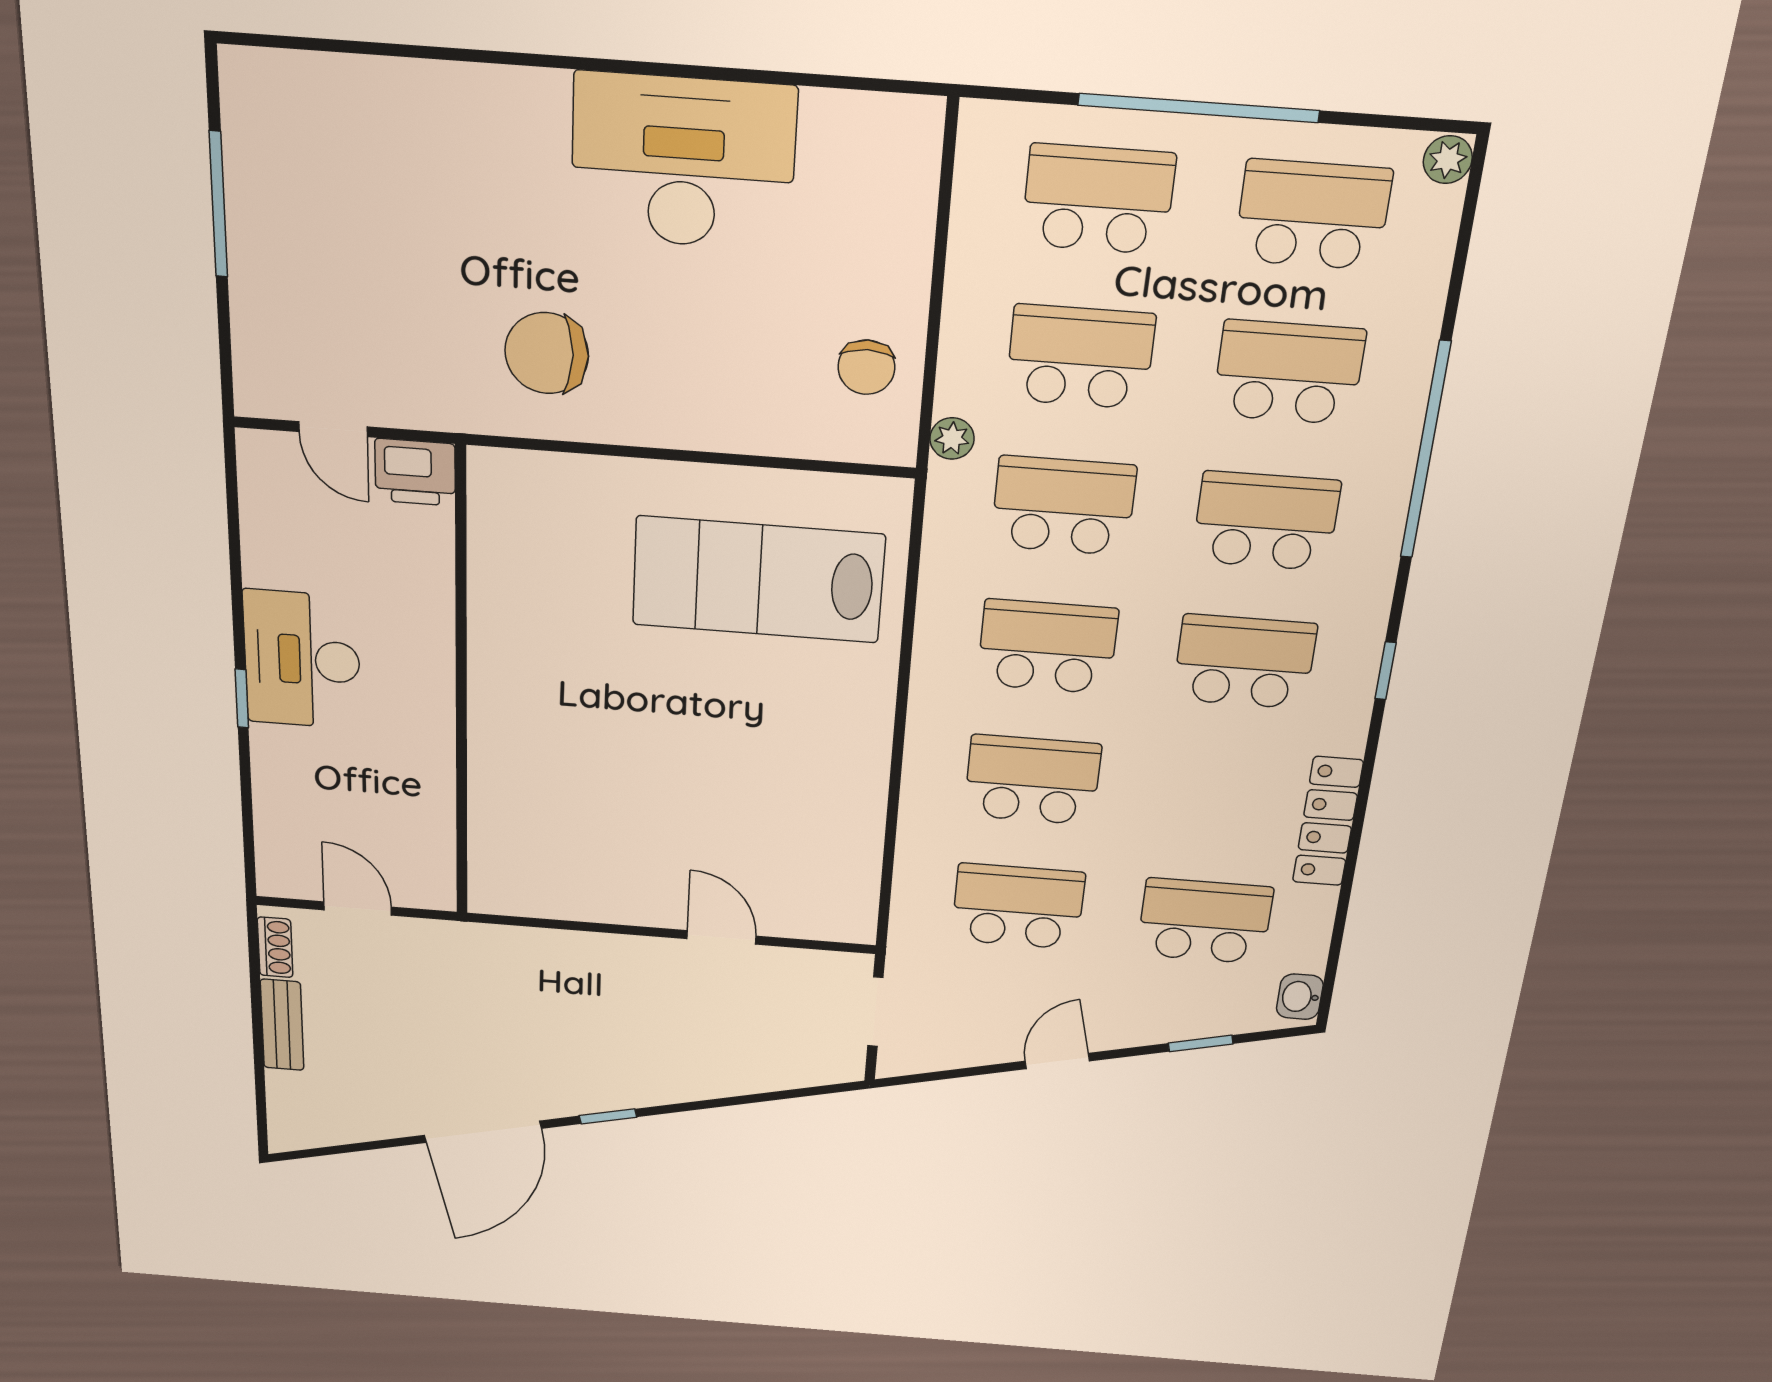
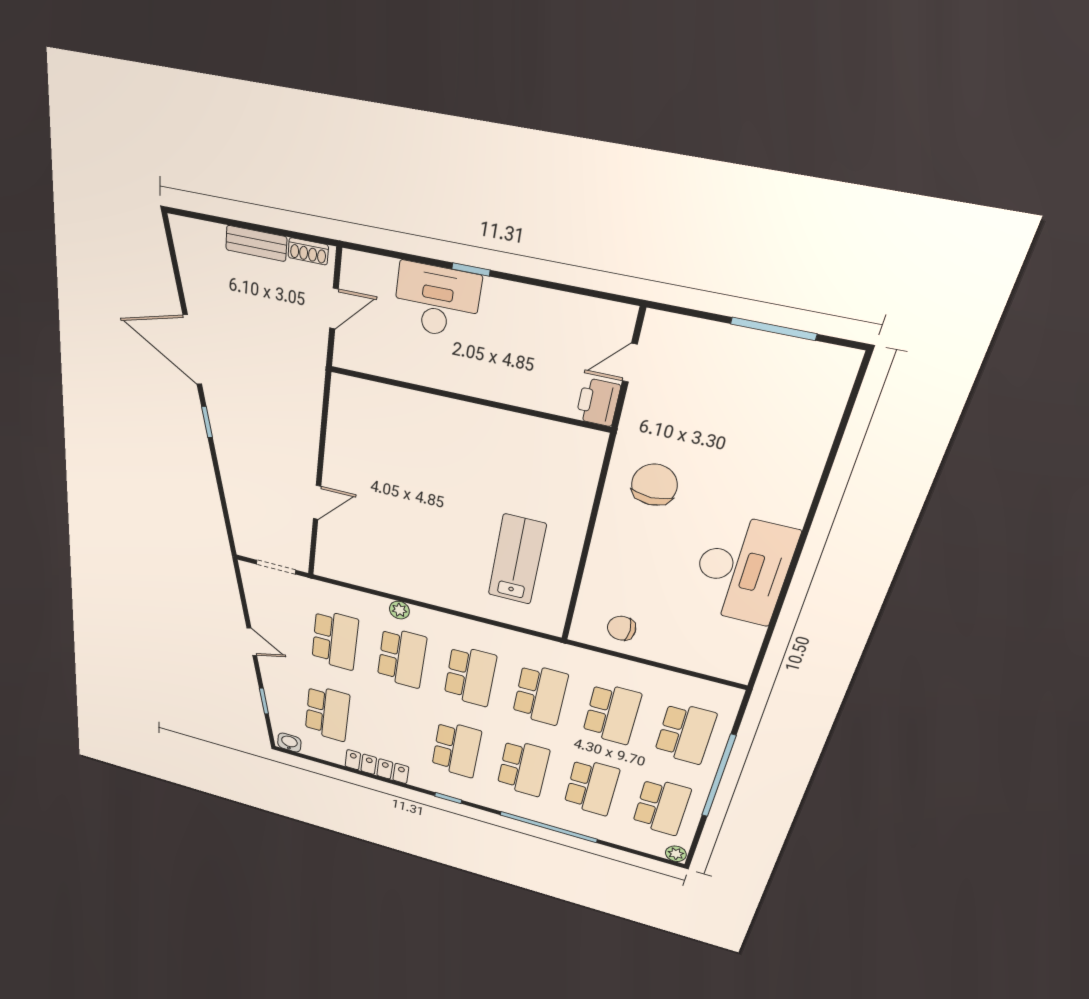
plant: (952, 438) -> (399, 610), moved
lab bench: (758, 580) -> (517, 560), width x0.73, depth x0.72
desk: (302, 660) -> (437, 301), moved

